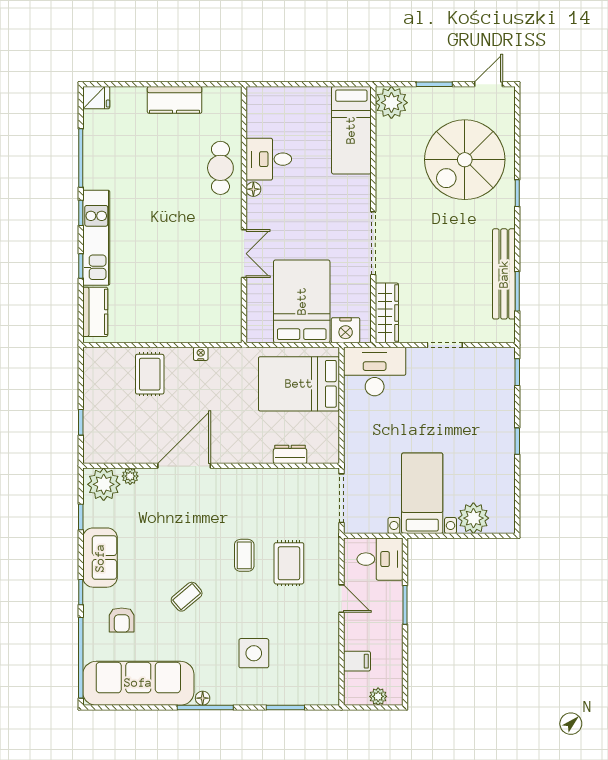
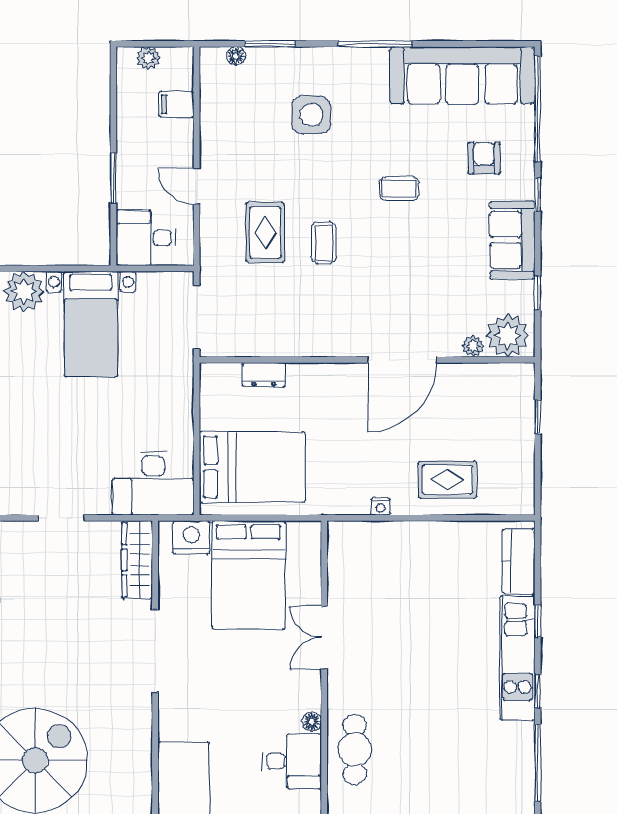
rug: (150, 374) -> (447, 480), turned 90
coffee table: (187, 597) -> (399, 189), turned 40
floor lamp: (203, 698) -> (236, 56), moved

